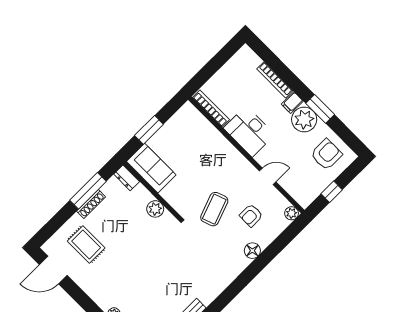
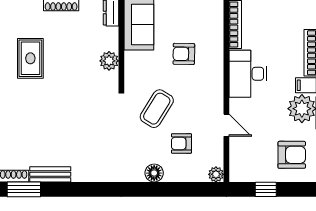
armchair: (197, 158) -> (184, 54), added
coffee table: (214, 209) -> (157, 109), turned -38
rug: (86, 244) -> (30, 58), moved

